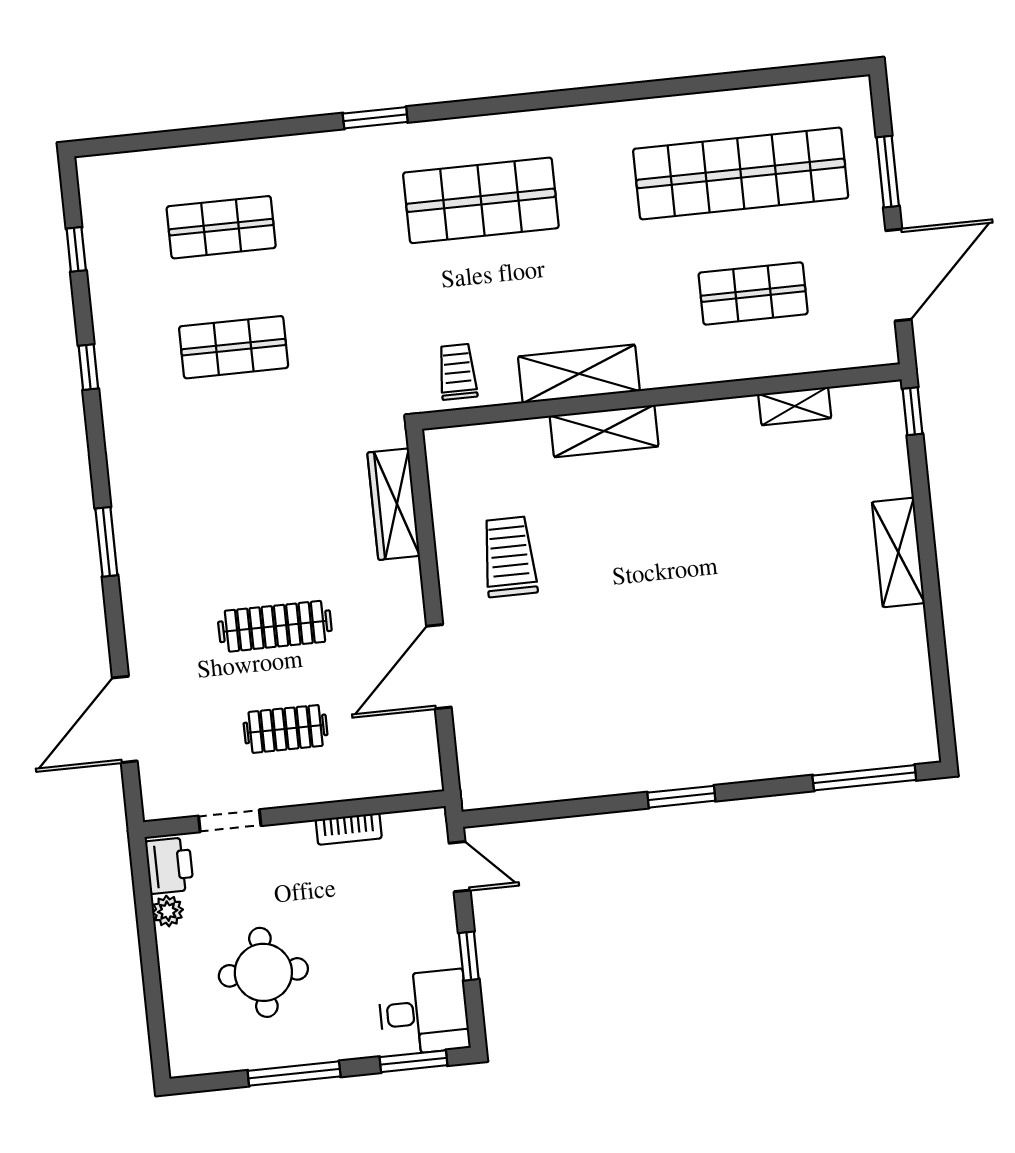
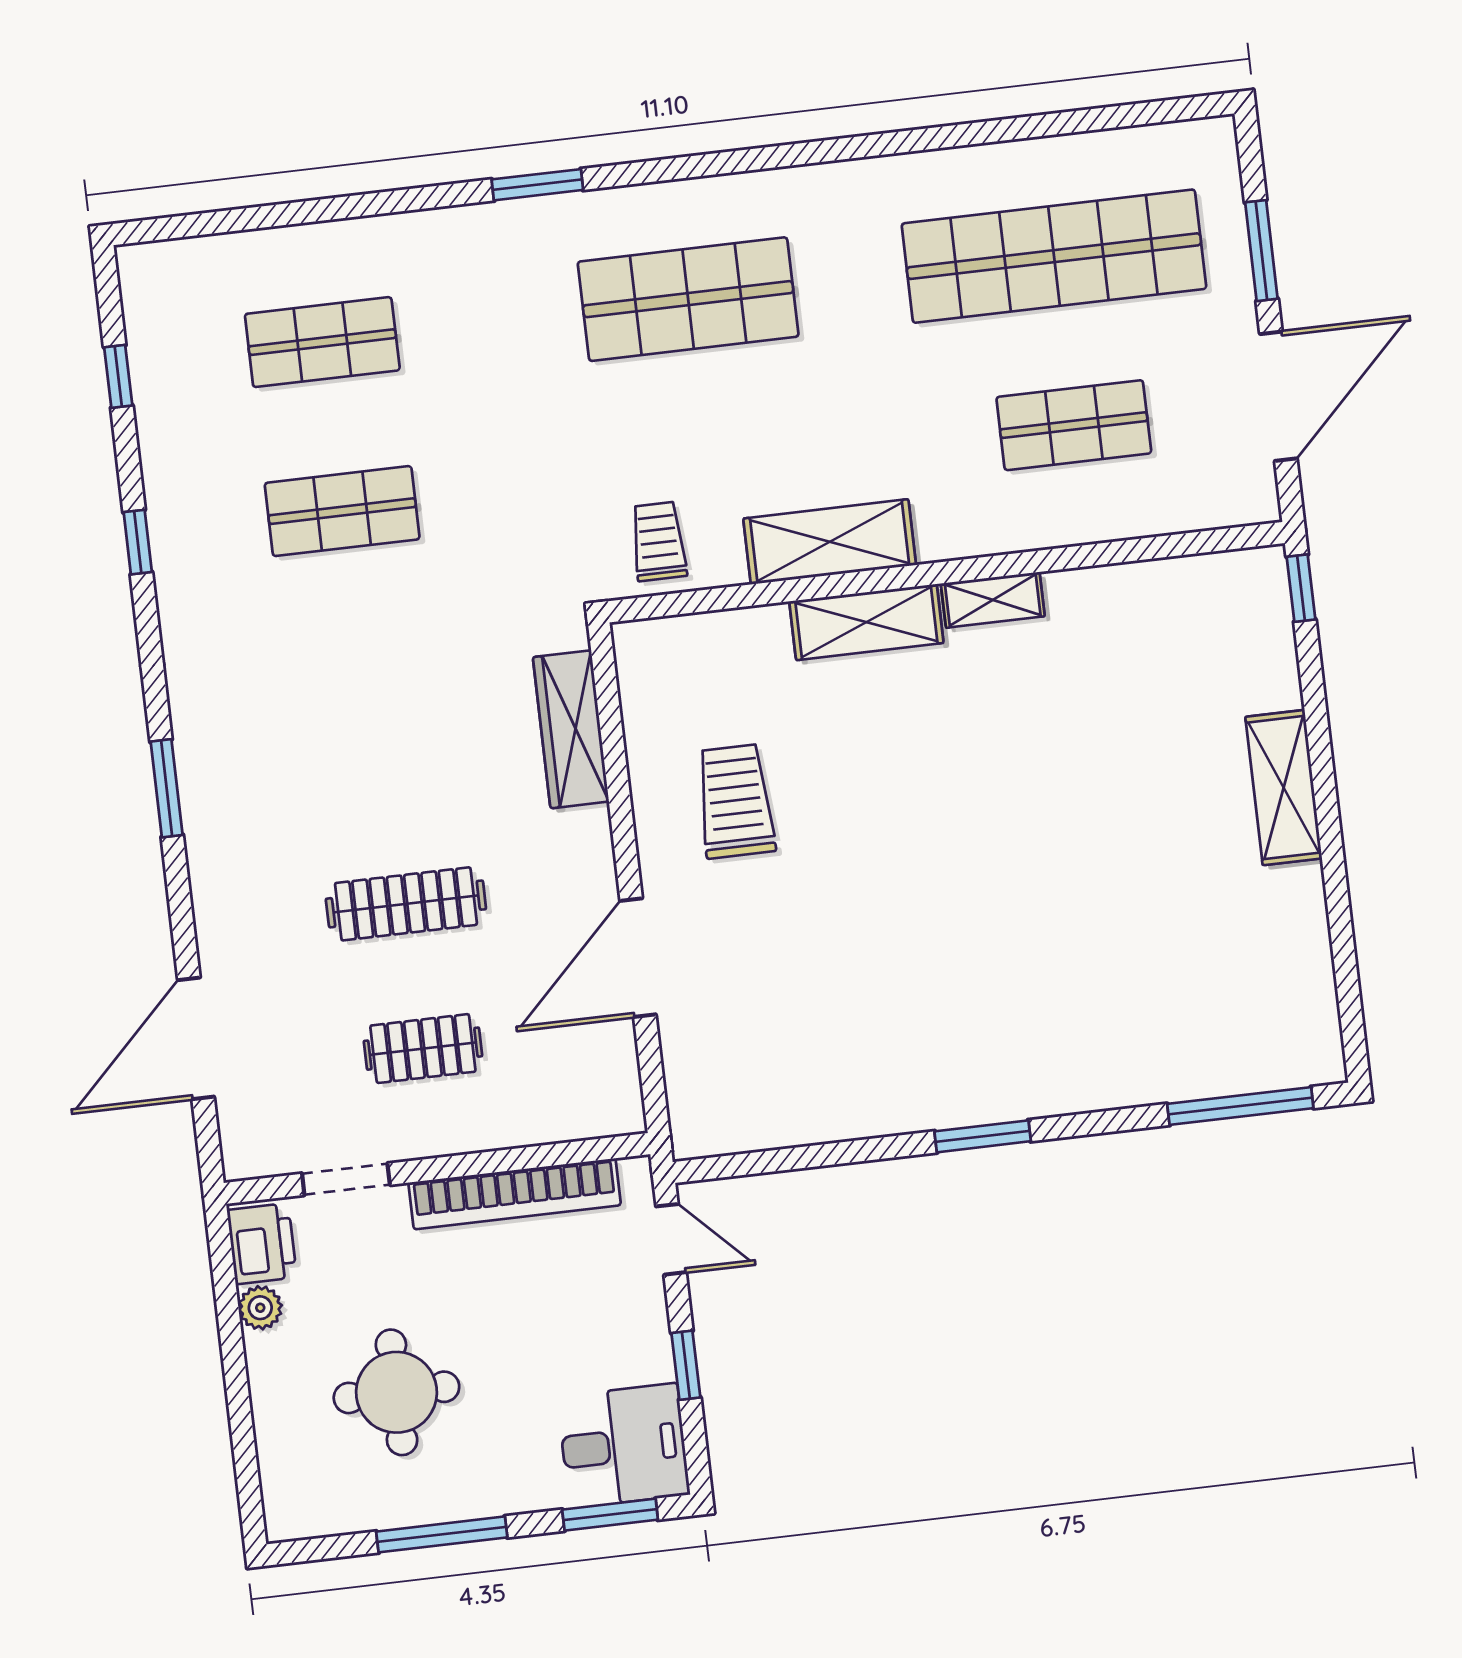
shelving: (795, 406) -> (993, 600), moved
bookcase: (349, 829) -> (515, 1194), width x2.31, depth x1.31

